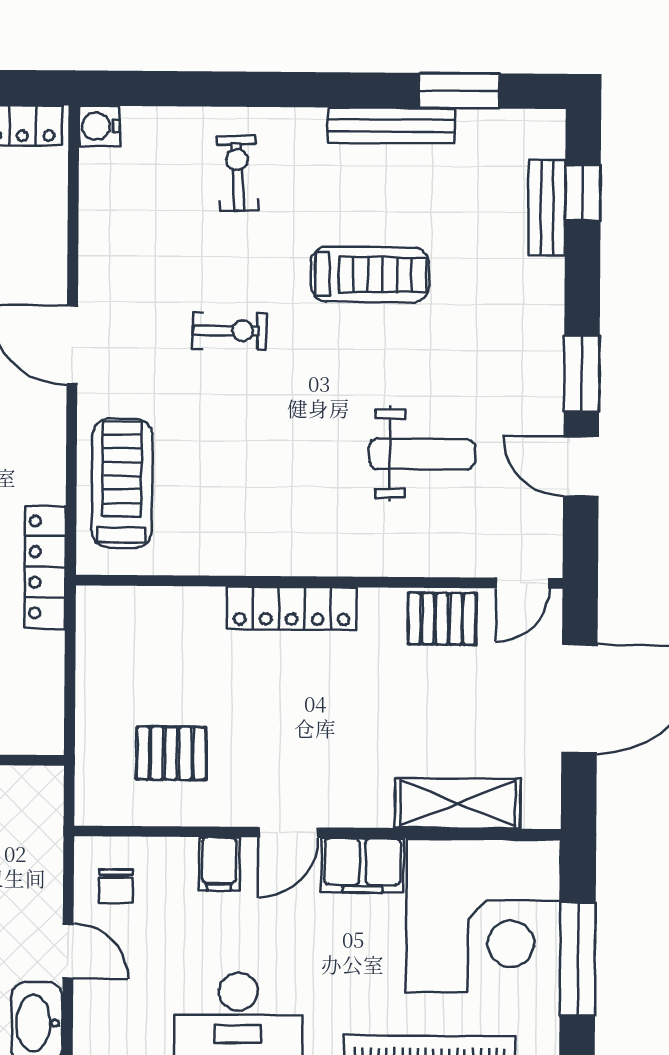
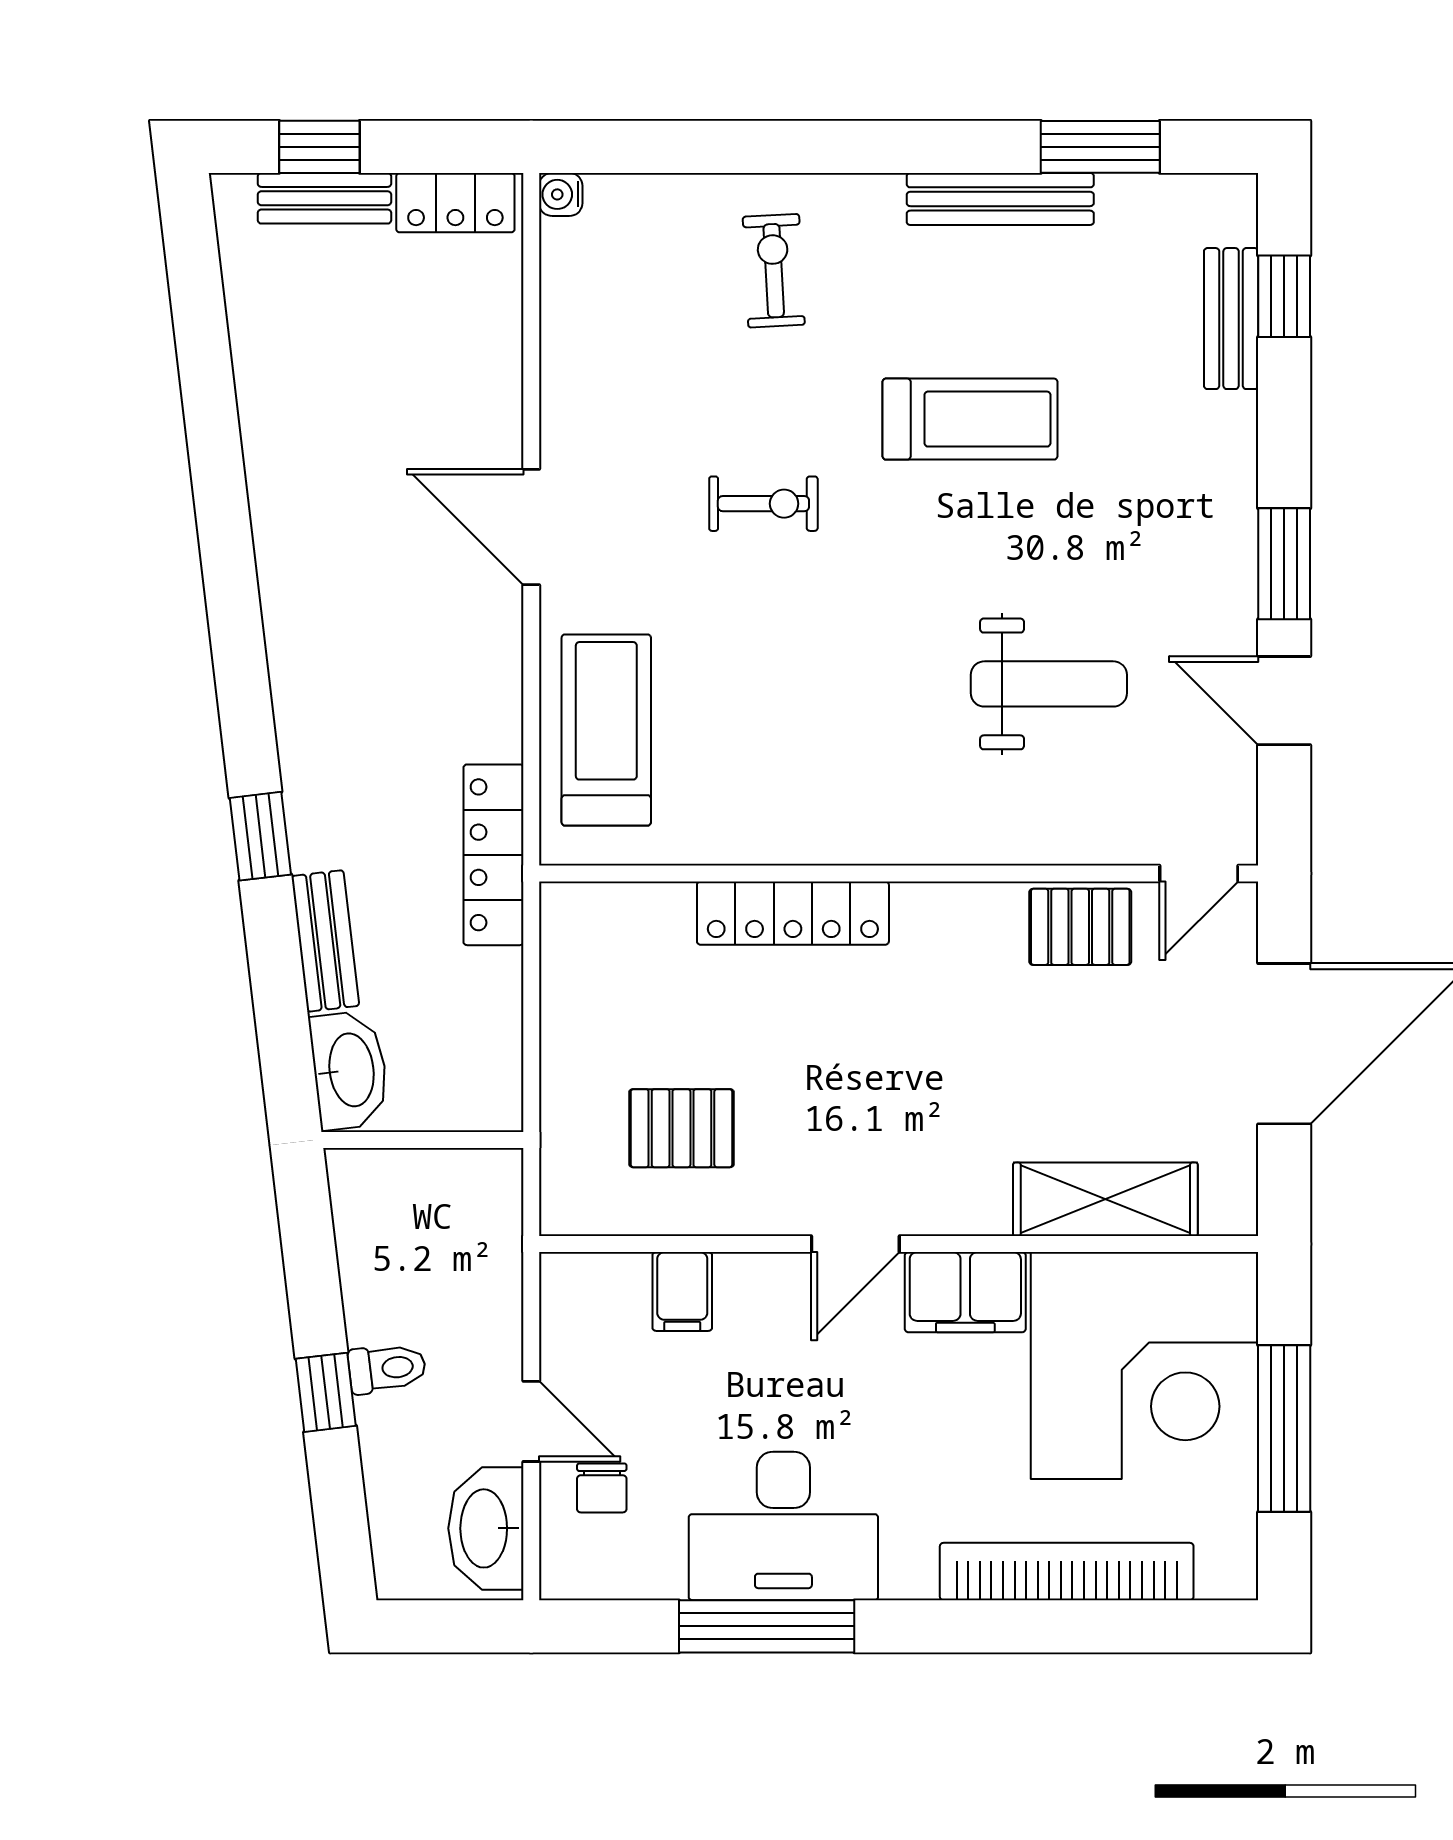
water cooler: (99, 126) -> (561, 194), width x0.72, depth x0.72
locker: (292, 608) -> (793, 913), moved
filing cabinet: (219, 864) -> (682, 1291), moved
chair: (116, 886) -> (602, 1488), moved

